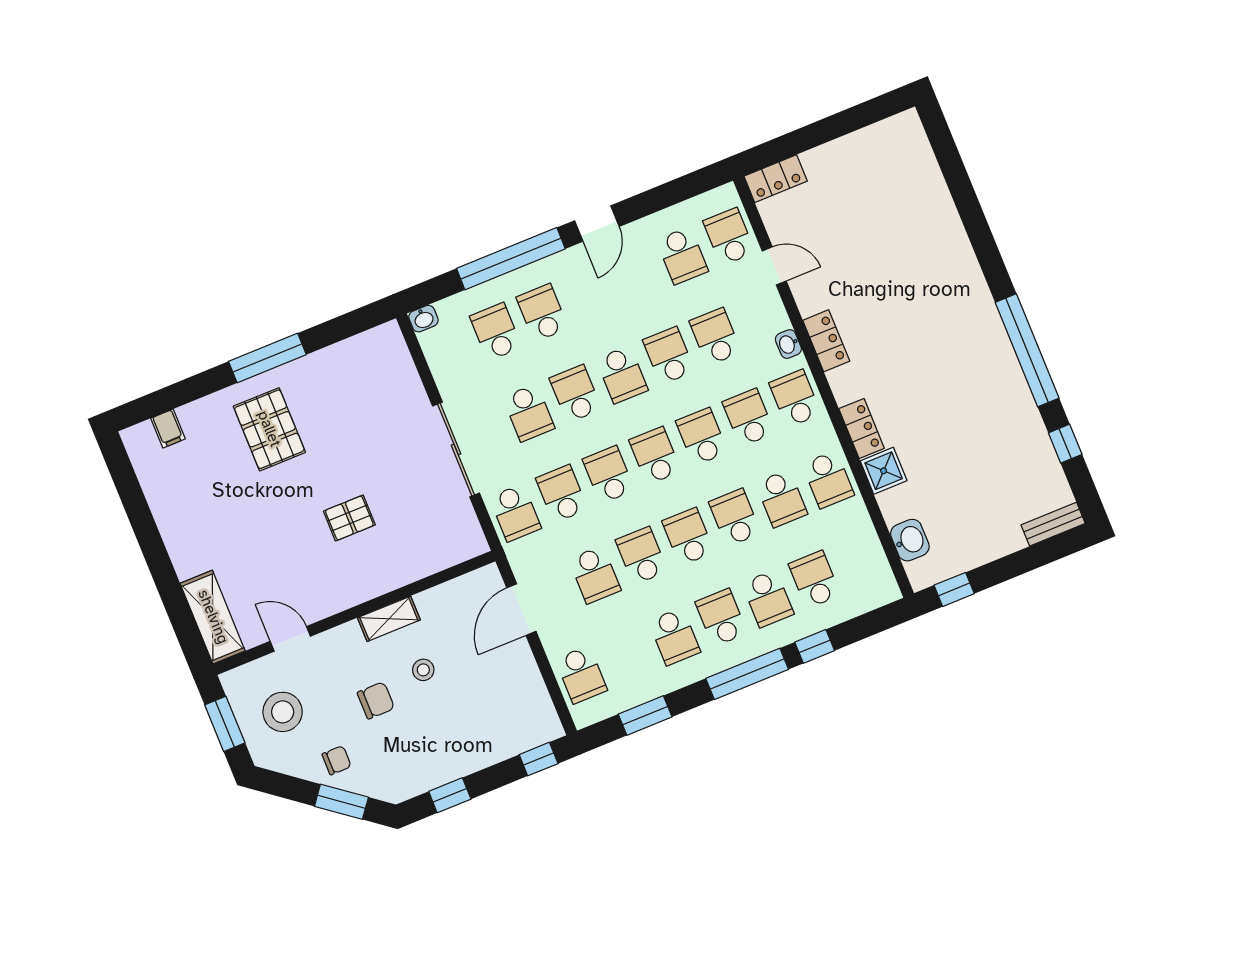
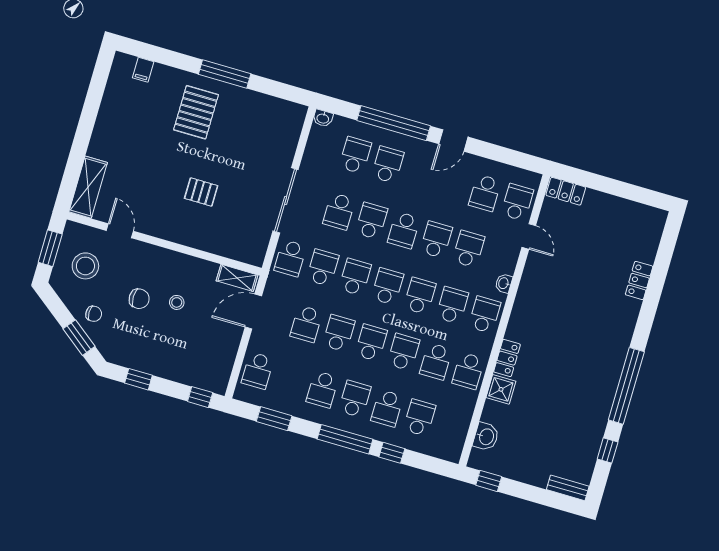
locker: (826, 341) -> (639, 280), moved, turned 180
shelving: (389, 619) -> (237, 278), moved

